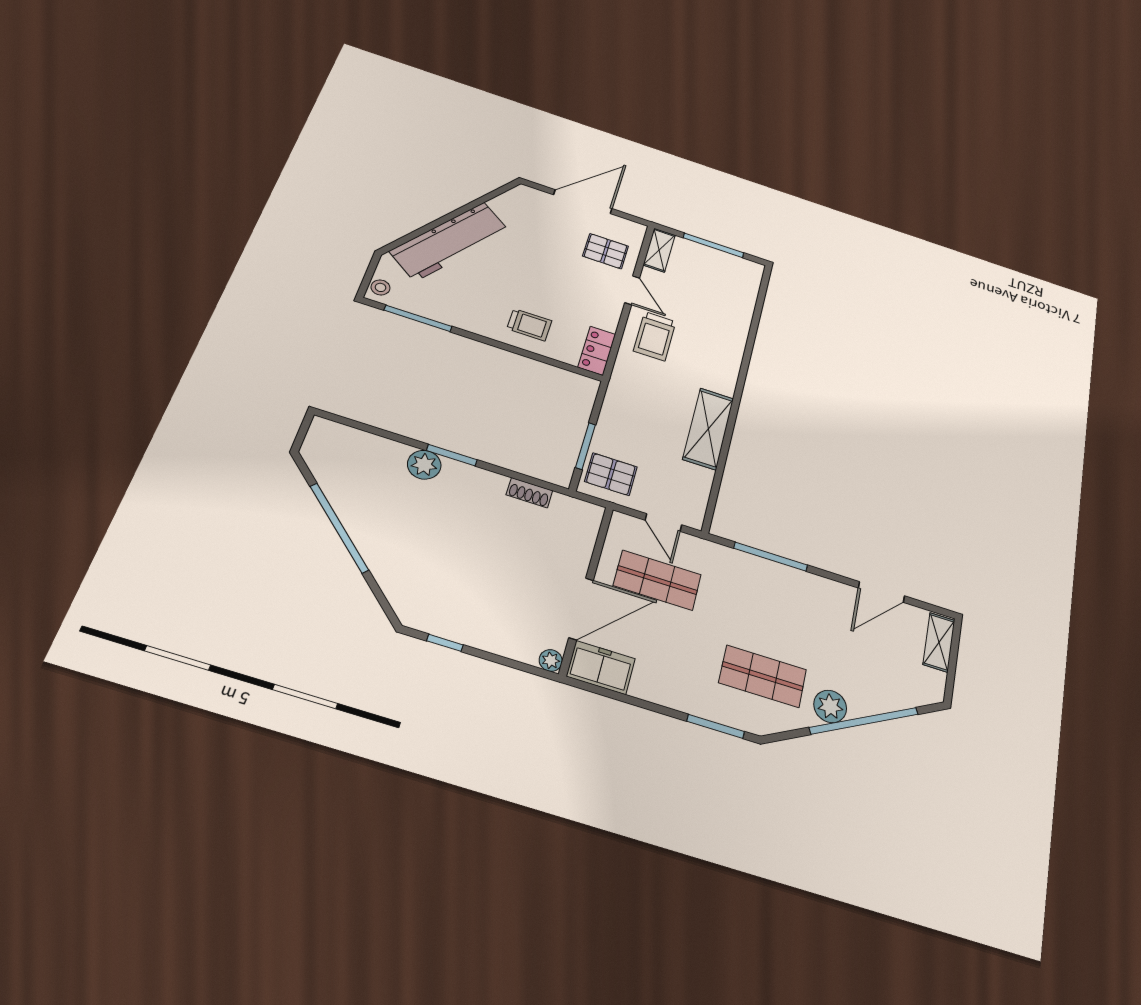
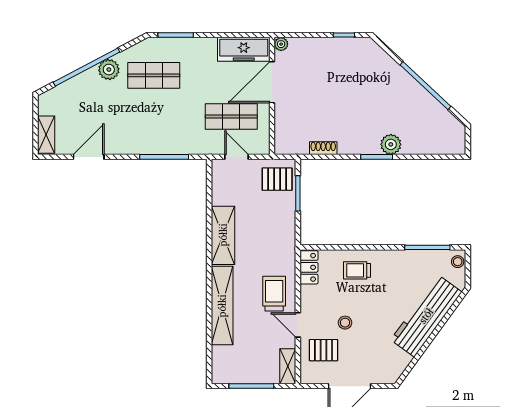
stool: (566, 271) -> (345, 323), added
shelving: (730, 346) -> (222, 306), added
freezer: (601, 667) -> (244, 49), width x1.40

